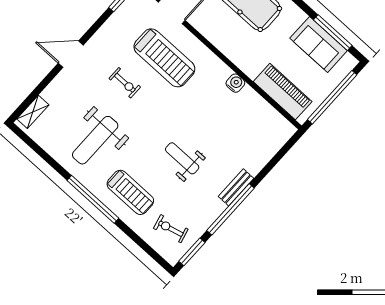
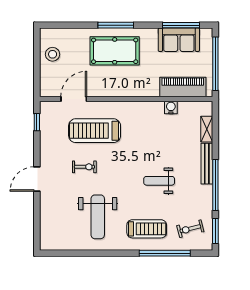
treadmill: (164, 58) -> (95, 131), turned 180
water cooler: (235, 83) -> (171, 107), moved
shelving: (33, 112) -> (207, 129), moved
bench: (236, 187) -> (207, 164), width x1.36
window: (93, 199) -> (165, 253), moved

